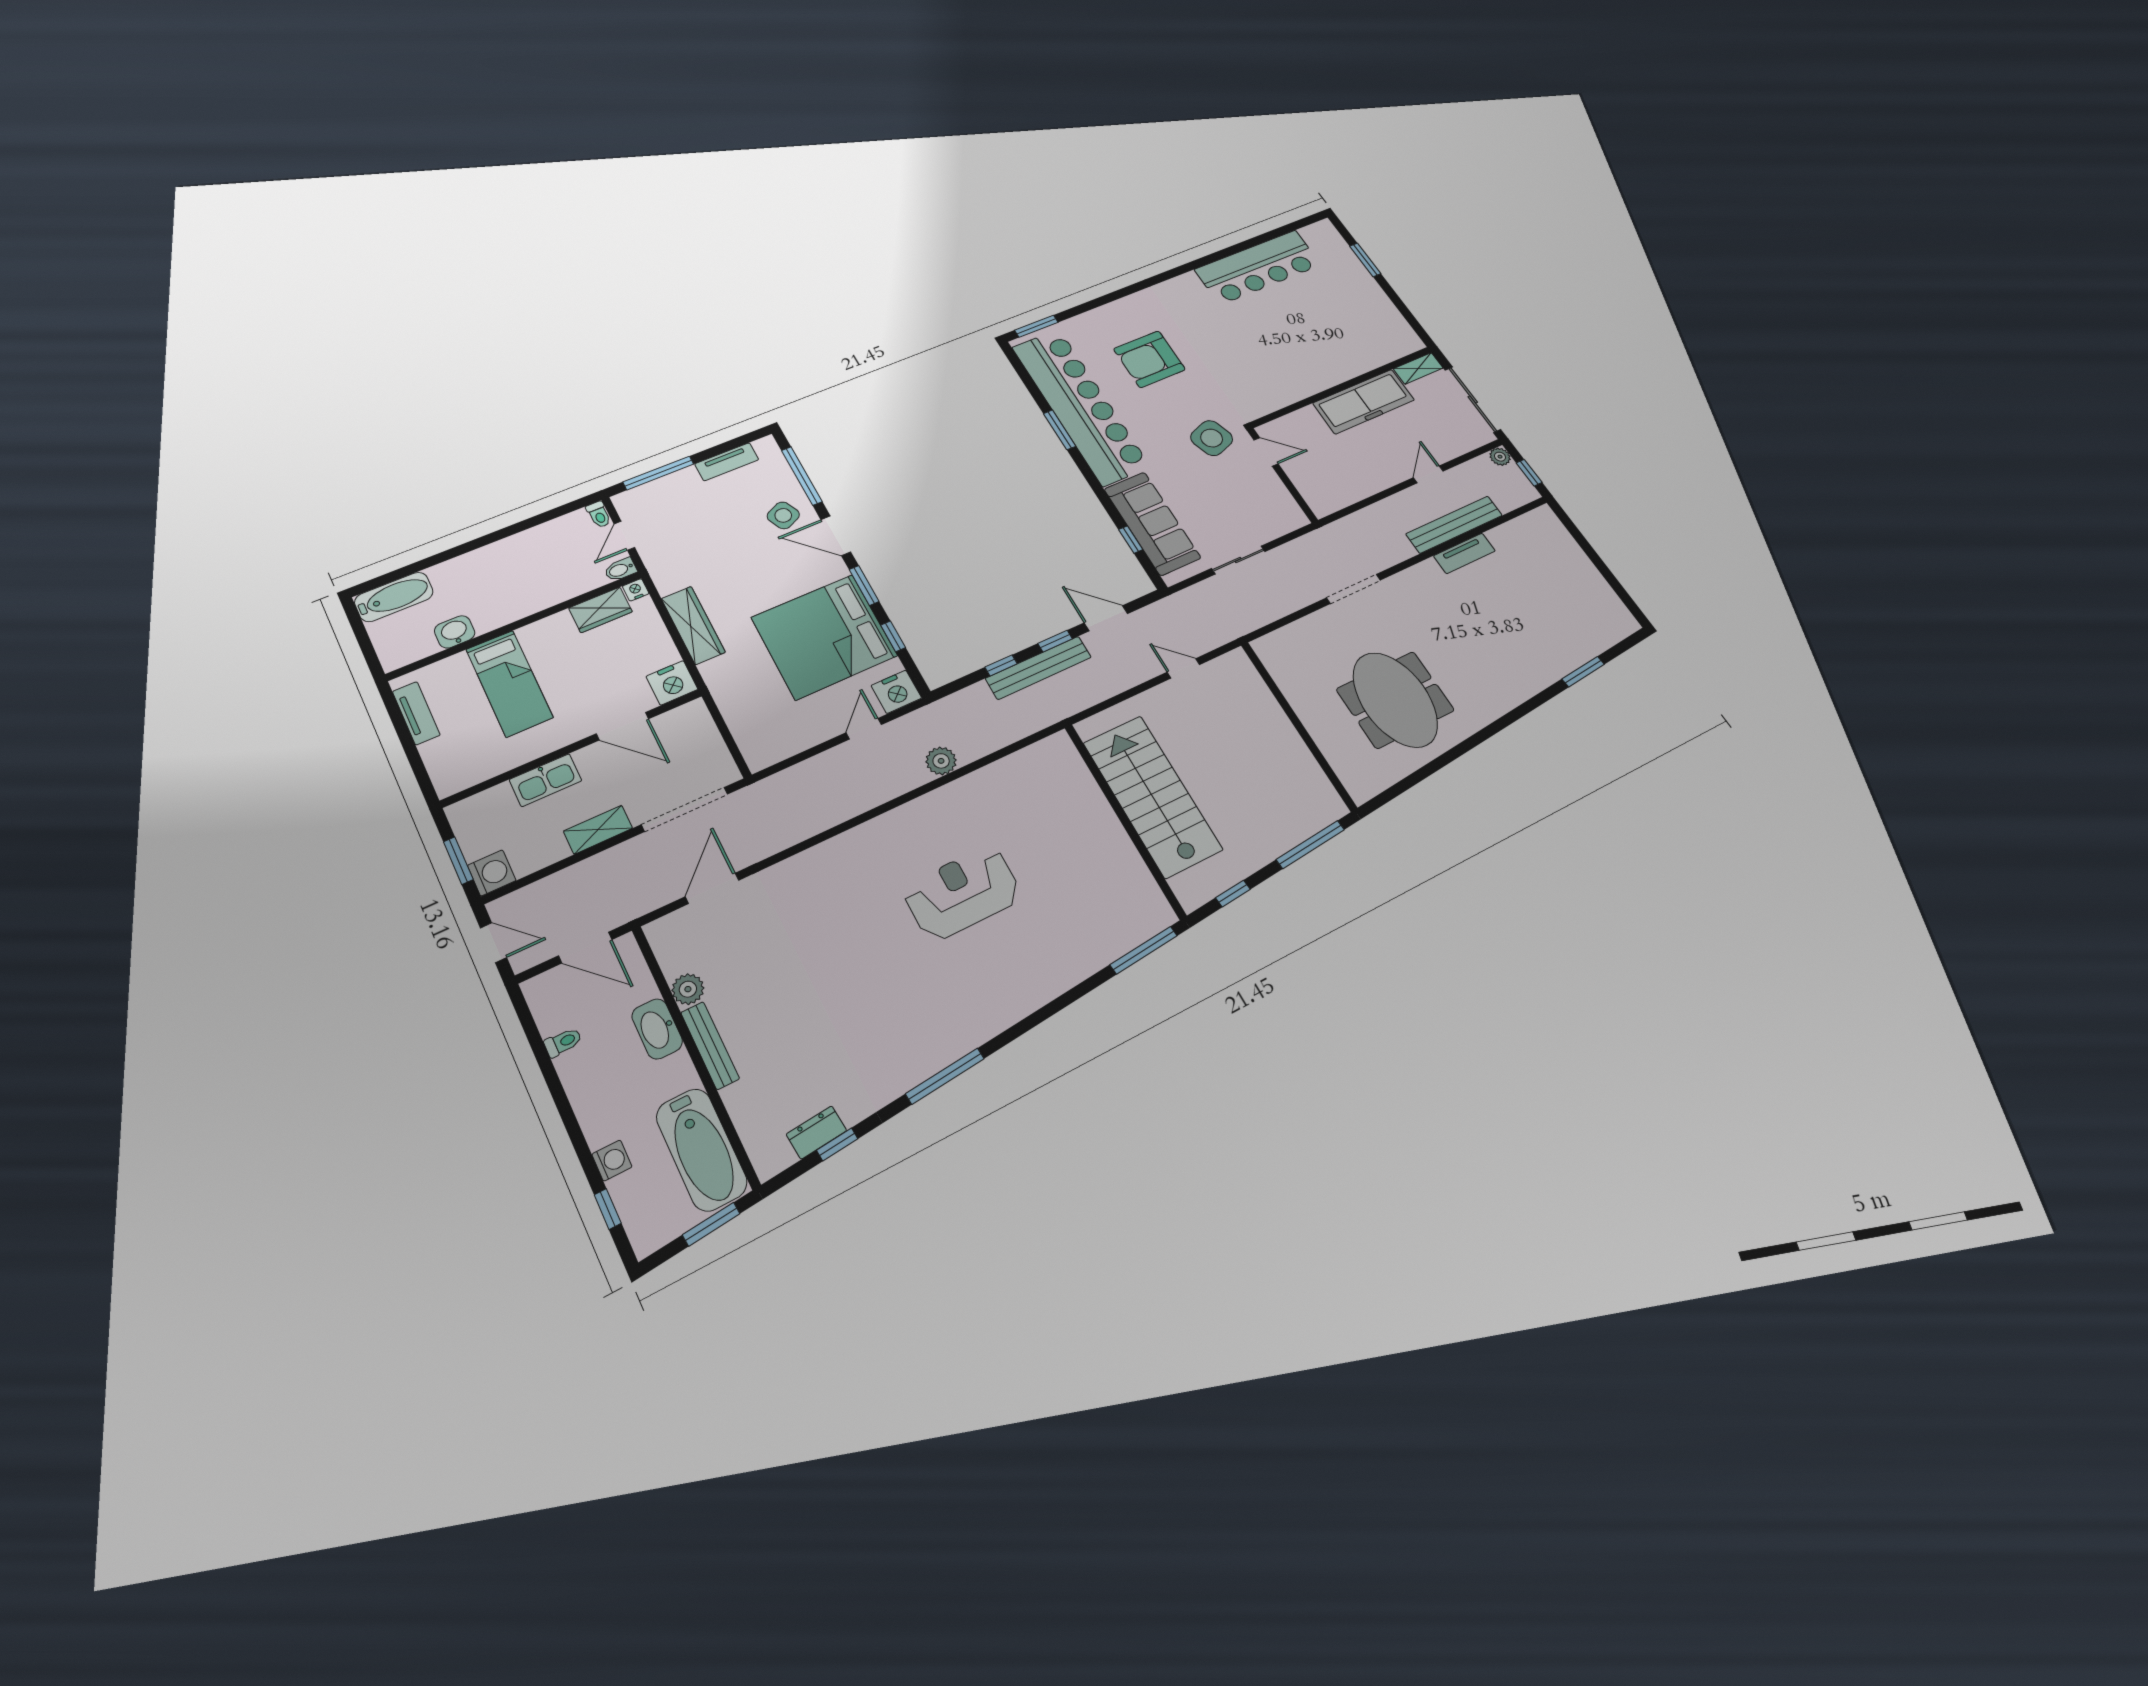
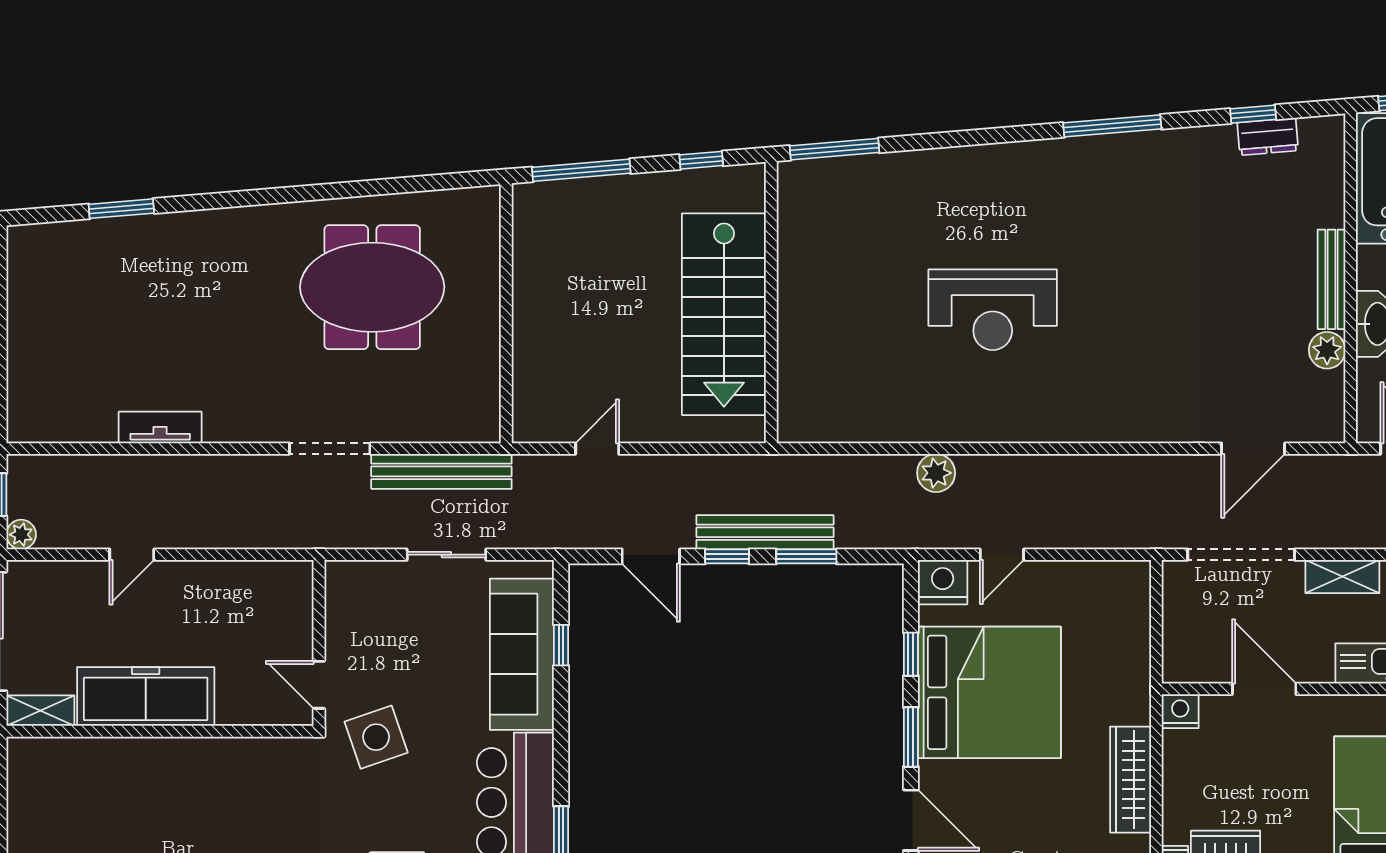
bench: (1454, 525) -> (441, 471), moved
window: (1001, 665) -> (806, 556), width x1.50
door: (1183, 668) -> (597, 449), swing flipped
nightstand: (672, 683) -> (1180, 711), width x0.74, depth x0.75
meeting table: (1395, 700) -> (372, 287), turned 90

